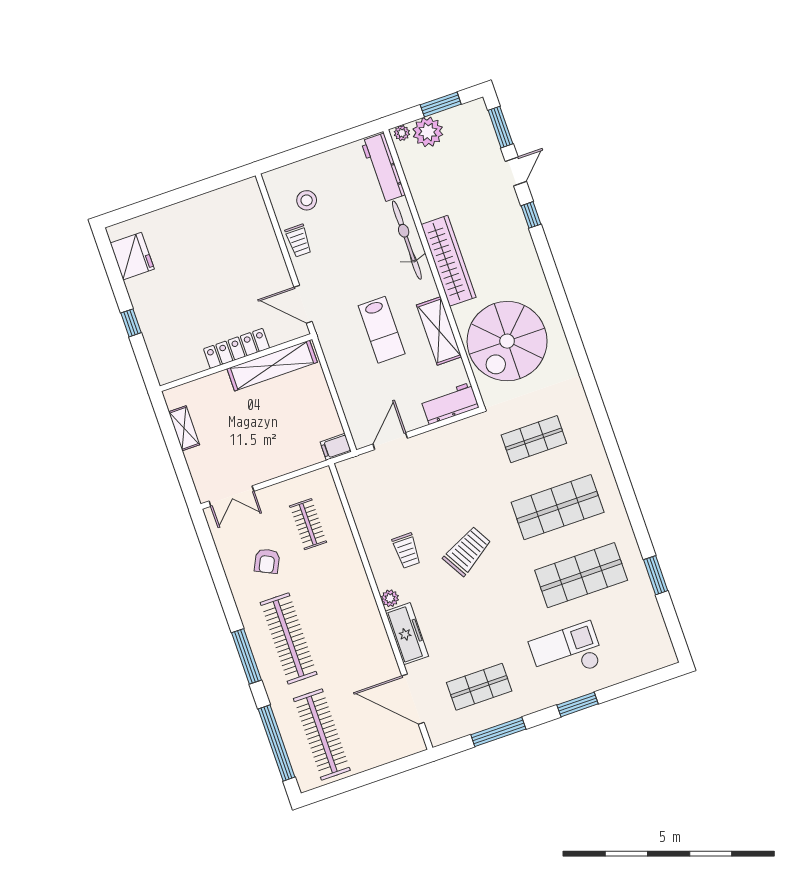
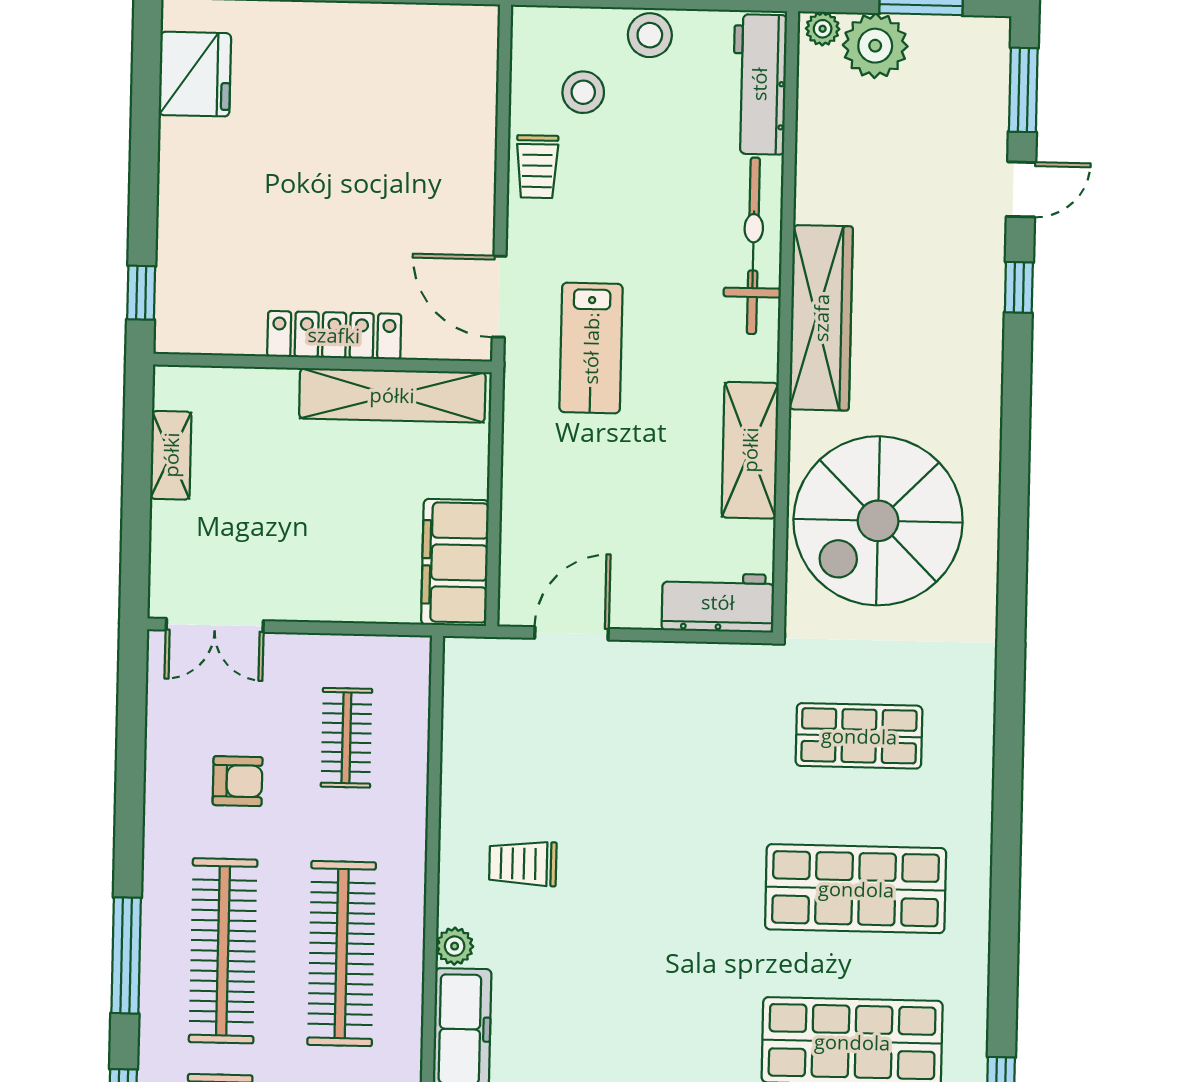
stool: (327, 164) -> (650, 35), added
window: (131, 323) -> (141, 293), moved
lab bench: (382, 330) -> (591, 348), moved
filing cabinet: (336, 447) -> (455, 562), width x3.00, depth x1.17
trolley: (407, 551) -> (523, 864), turned 90
trolley: (467, 551) -> (643, 909), removed
armchair: (267, 561) -> (238, 781), turned -116
clothes rail: (341, 620) -> (342, 954), added

